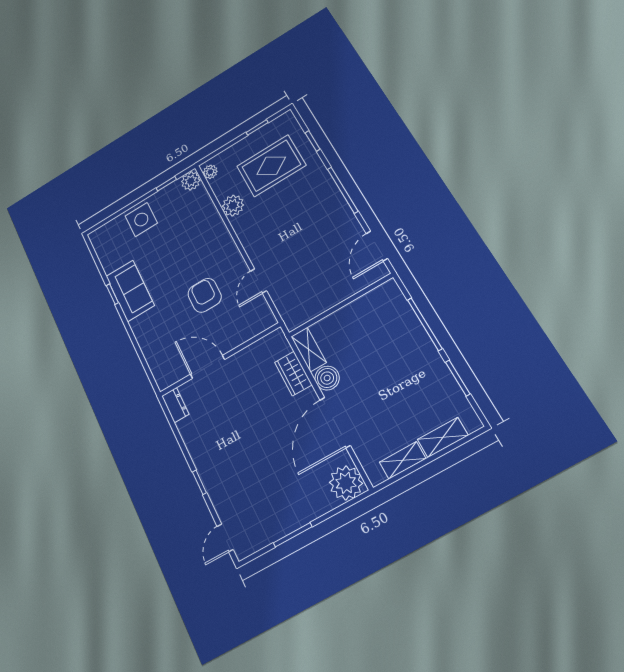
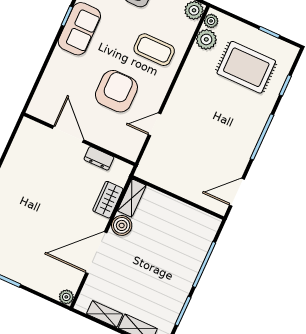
plant: (233, 206) -> (206, 39), moved
coffee table: (196, 237) -> (154, 50), added
armchair: (205, 295) -> (116, 91), width x1.36, depth x1.36
dresser: (175, 405) -> (99, 158), moved, turned 90
plant: (346, 483) -> (66, 297), width x0.53, depth x0.53

